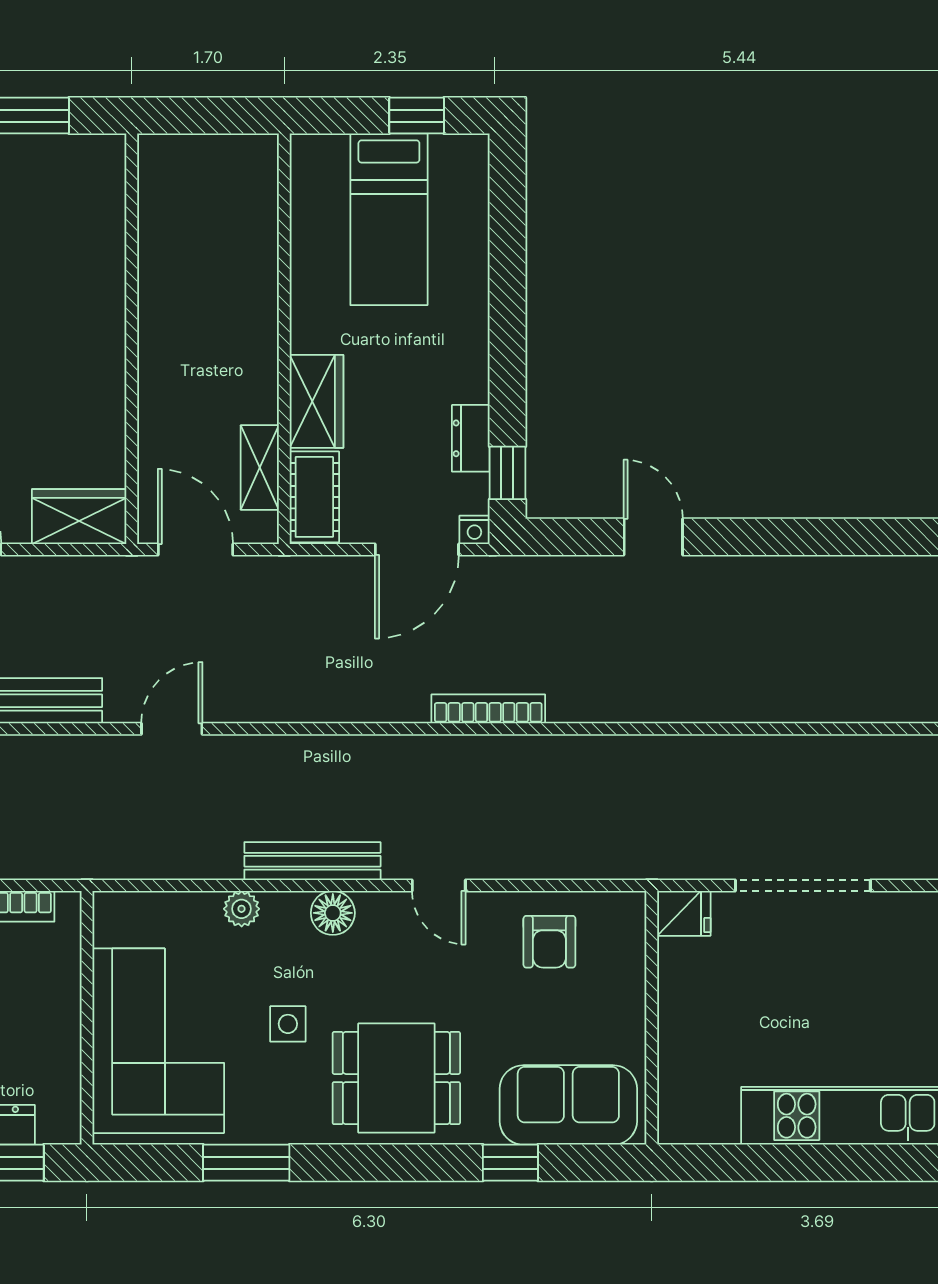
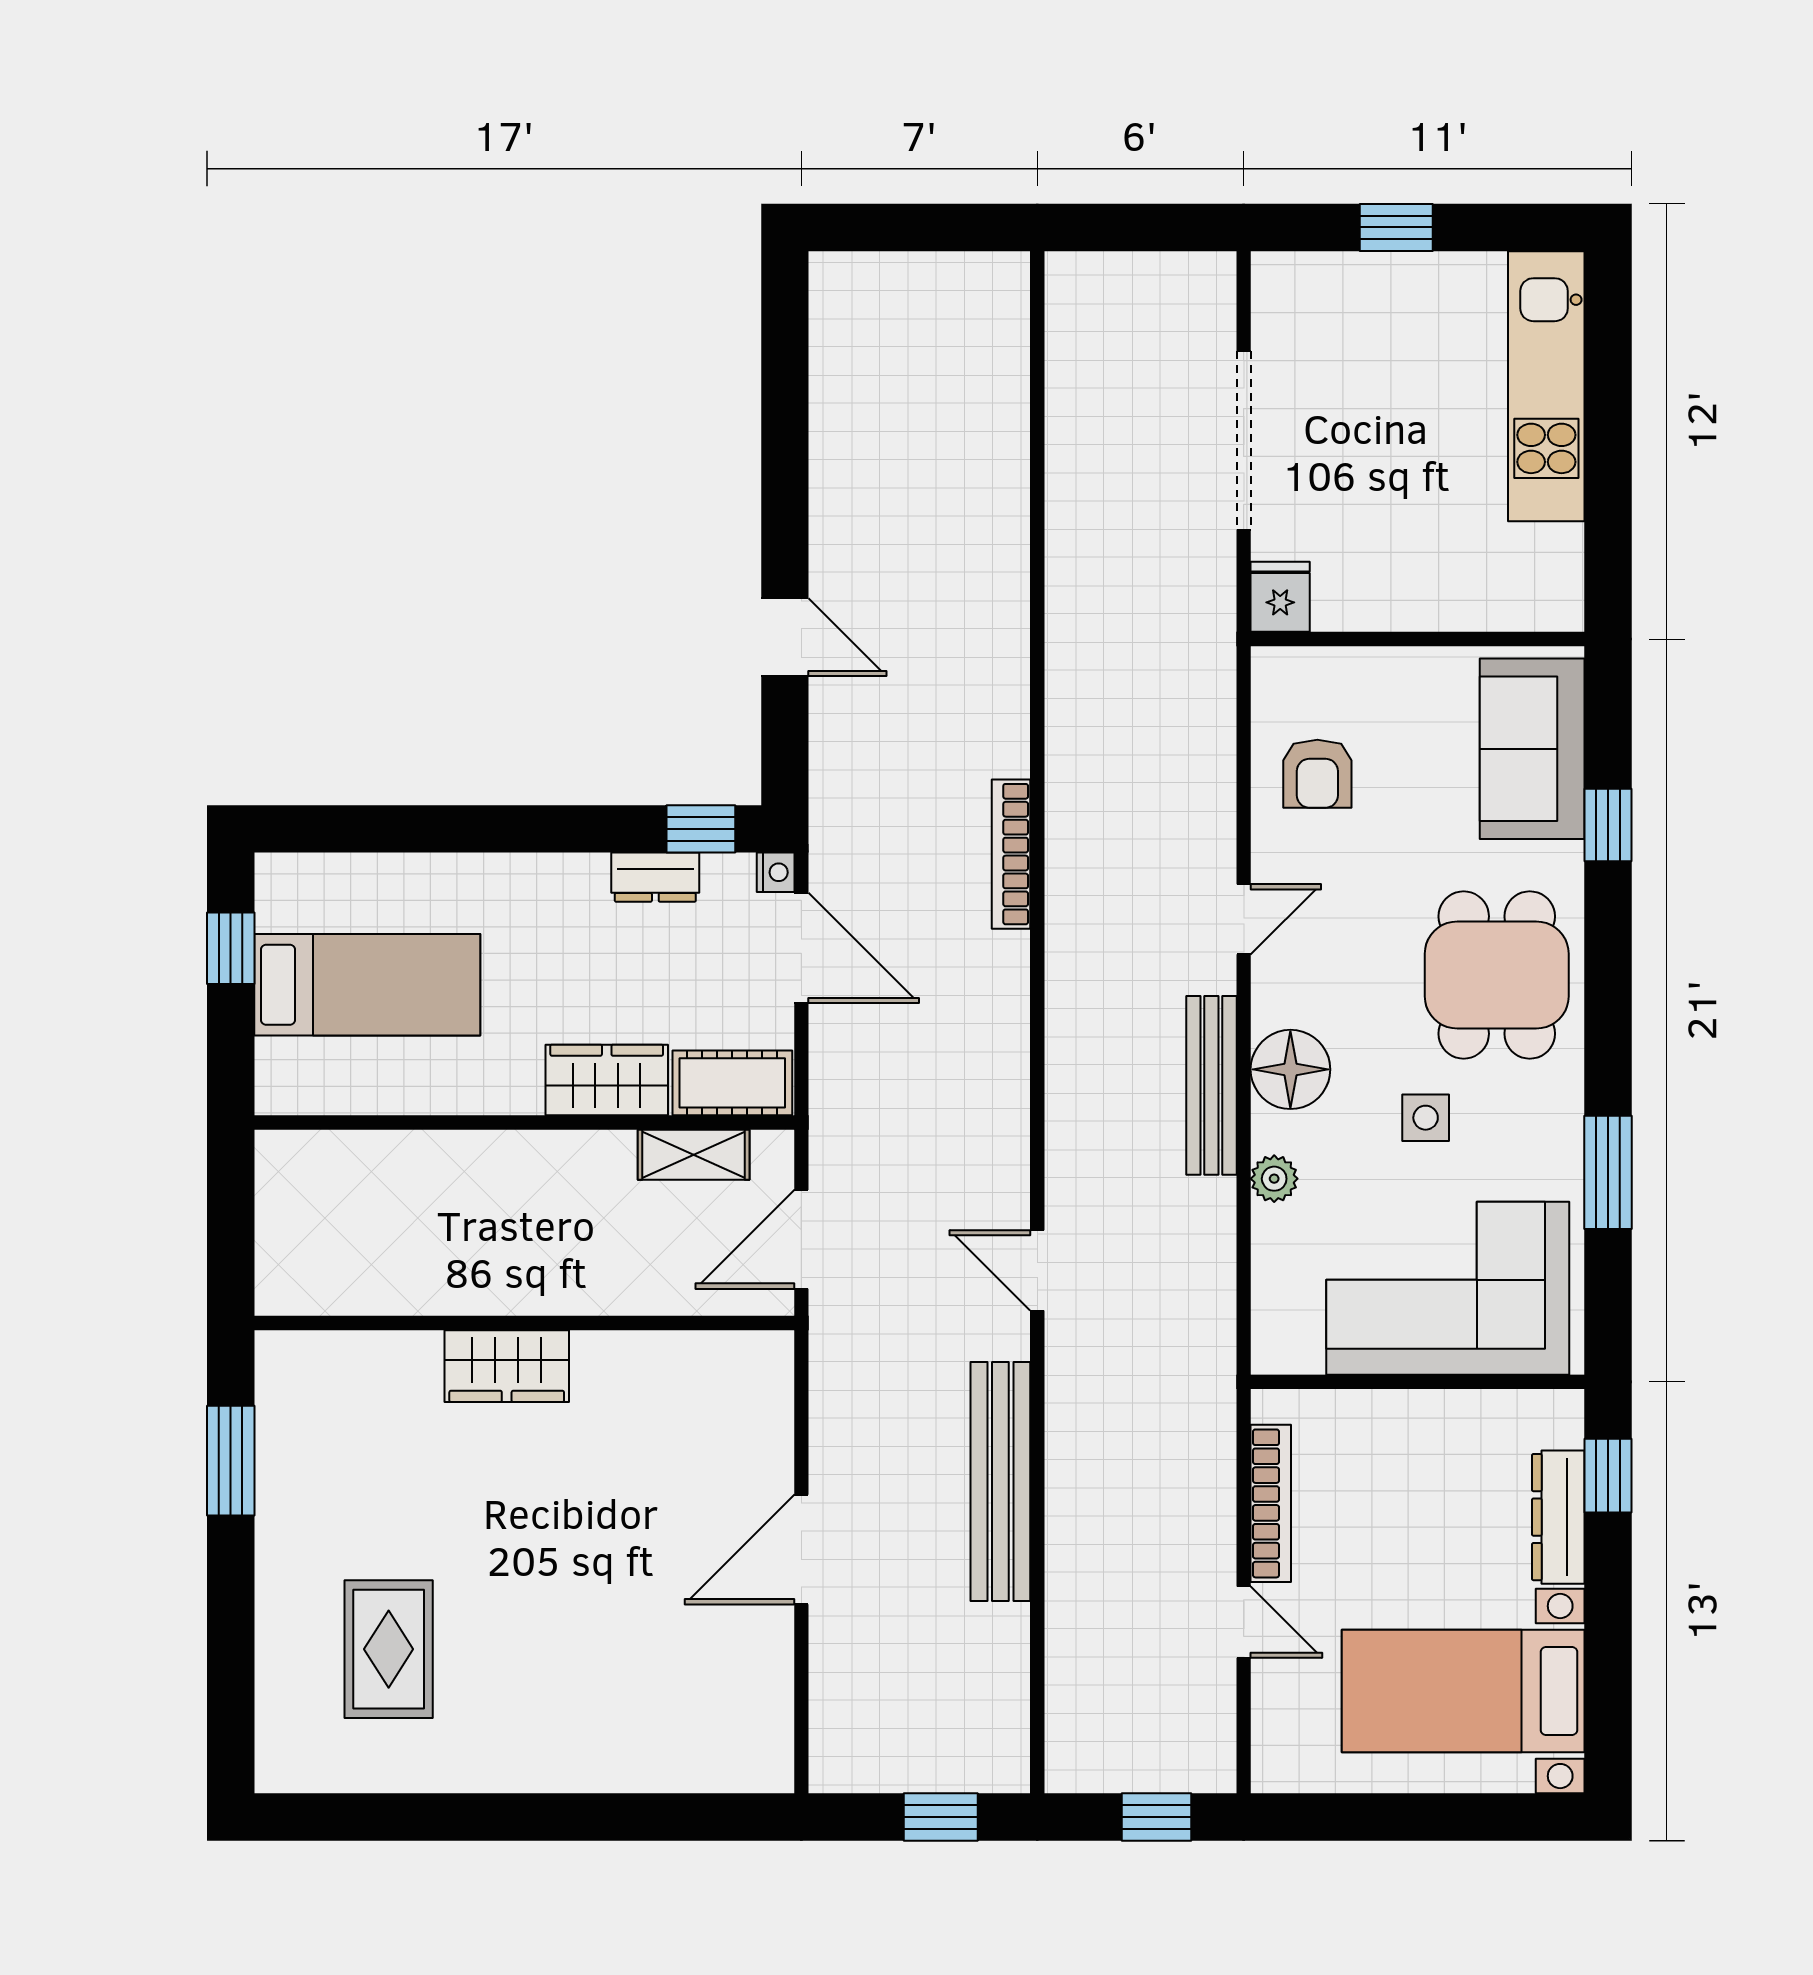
wardrobe: (79, 517) -> (507, 1366), moved, turned -90
door: (653, 537) -> (785, 637), swing flipped
floor lamp: (333, 913) -> (1290, 1069), width x1.38, depth x1.38
armchair: (549, 942) -> (1317, 774), turned 90

